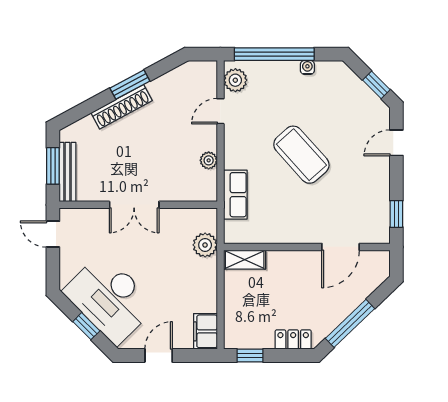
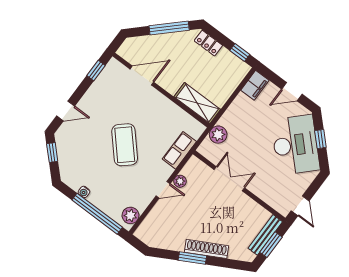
door: (220, 111) -> (163, 190), moved
double door: (134, 205) -> (229, 179), moved
shelving: (245, 260) -> (197, 103), width x1.50, depth x1.33

